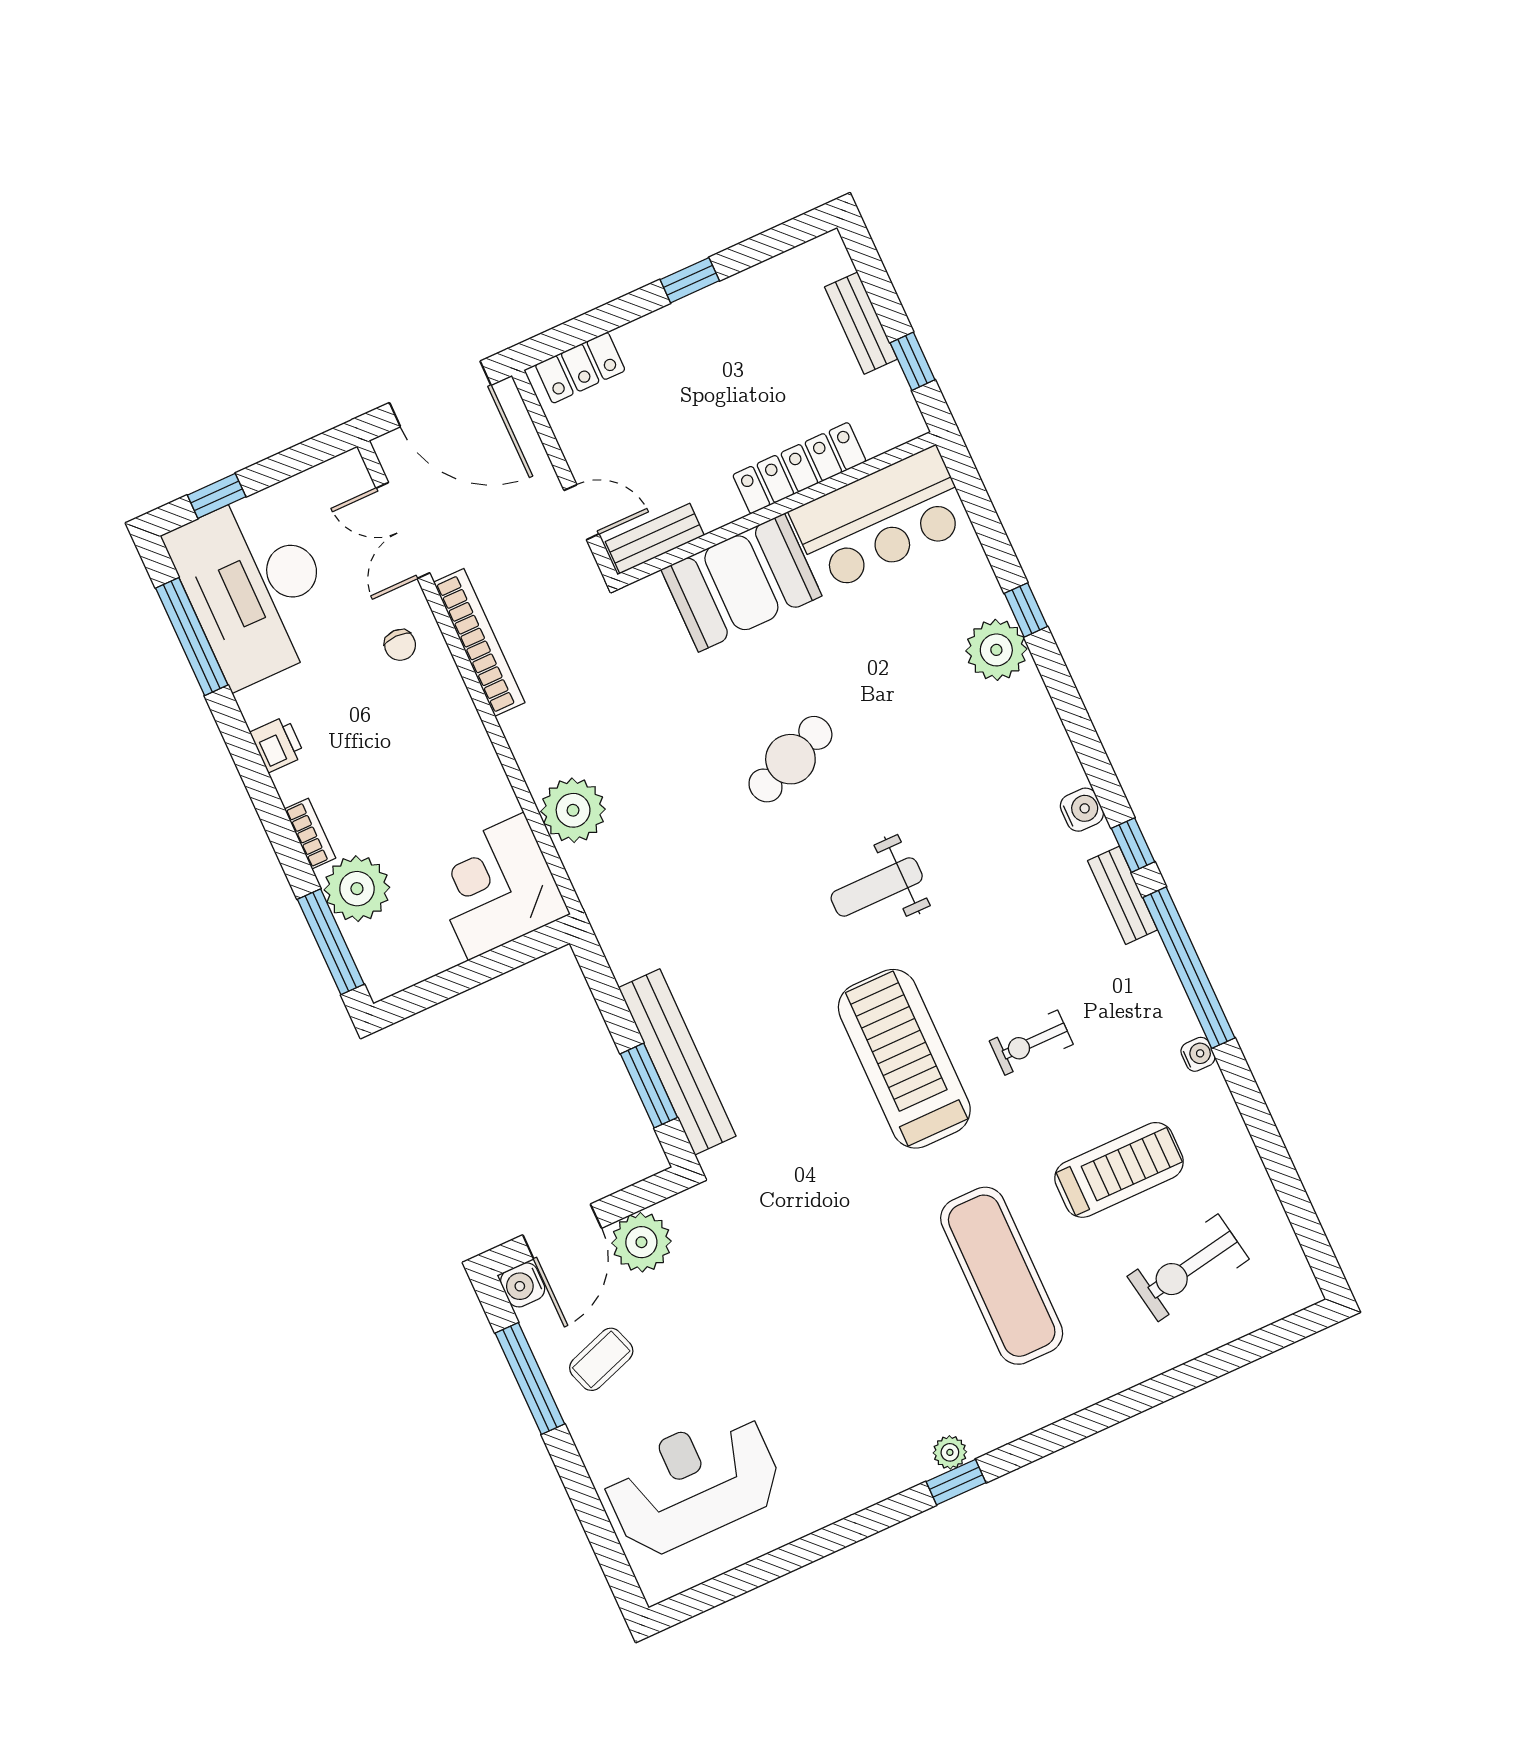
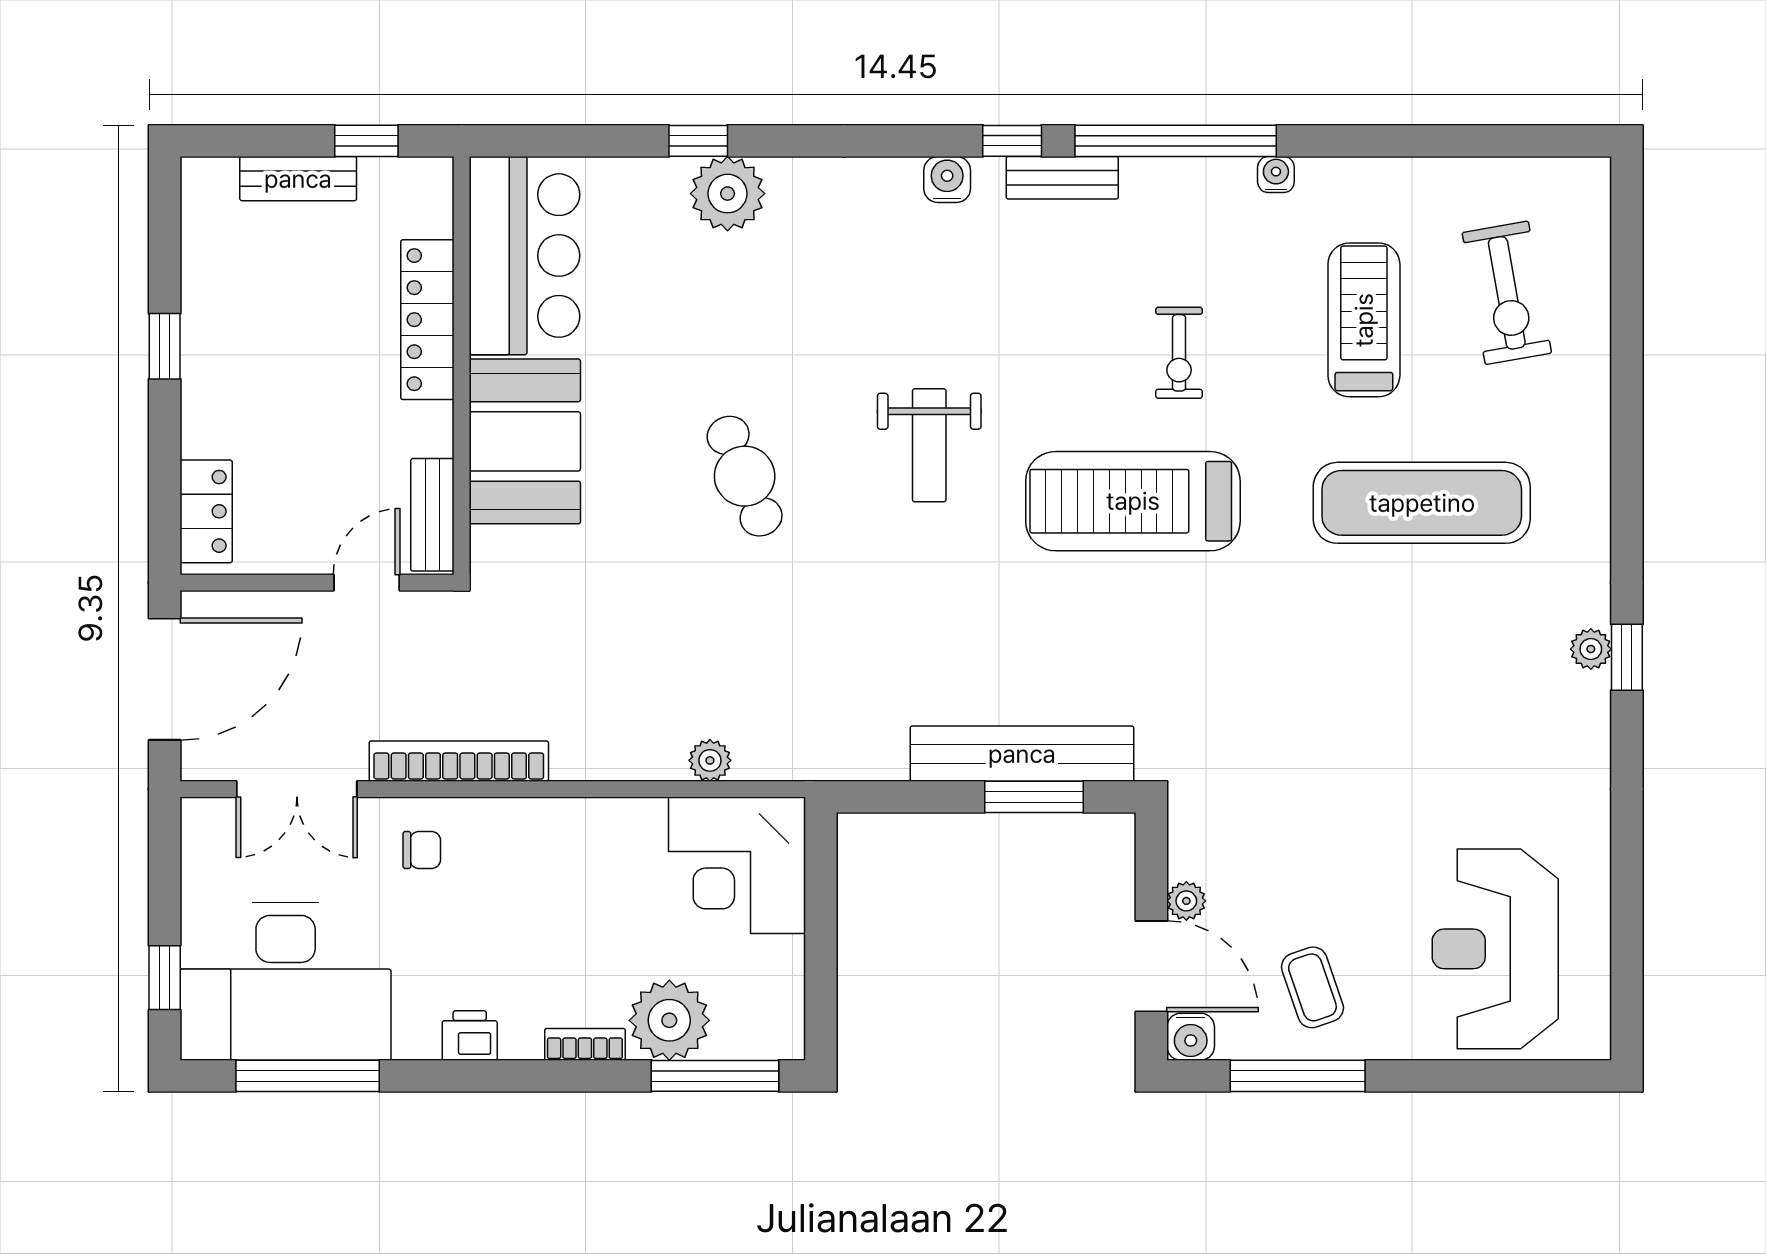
plant: (573, 810) -> (710, 760), width x0.53, depth x0.53
plant: (641, 1242) -> (1186, 901), width x0.53, depth x0.53

